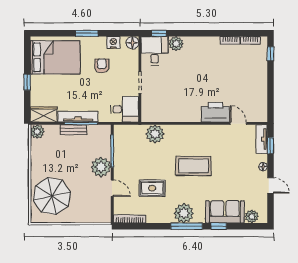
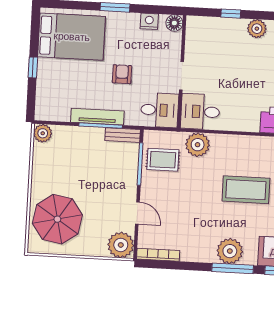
window: (159, 33) -> (231, 14), moved
plant: (176, 44) -> (257, 29), moved
desk: (155, 51) -> (200, 112), moved, turned -90
armchair: (102, 66) -> (122, 74), moved
wardrobe: (44, 114) -> (52, 111), removed
bench: (73, 130) -> (123, 135), moved
plant: (101, 167) -> (121, 245), moved
rug: (152, 188) -> (163, 160), moved

